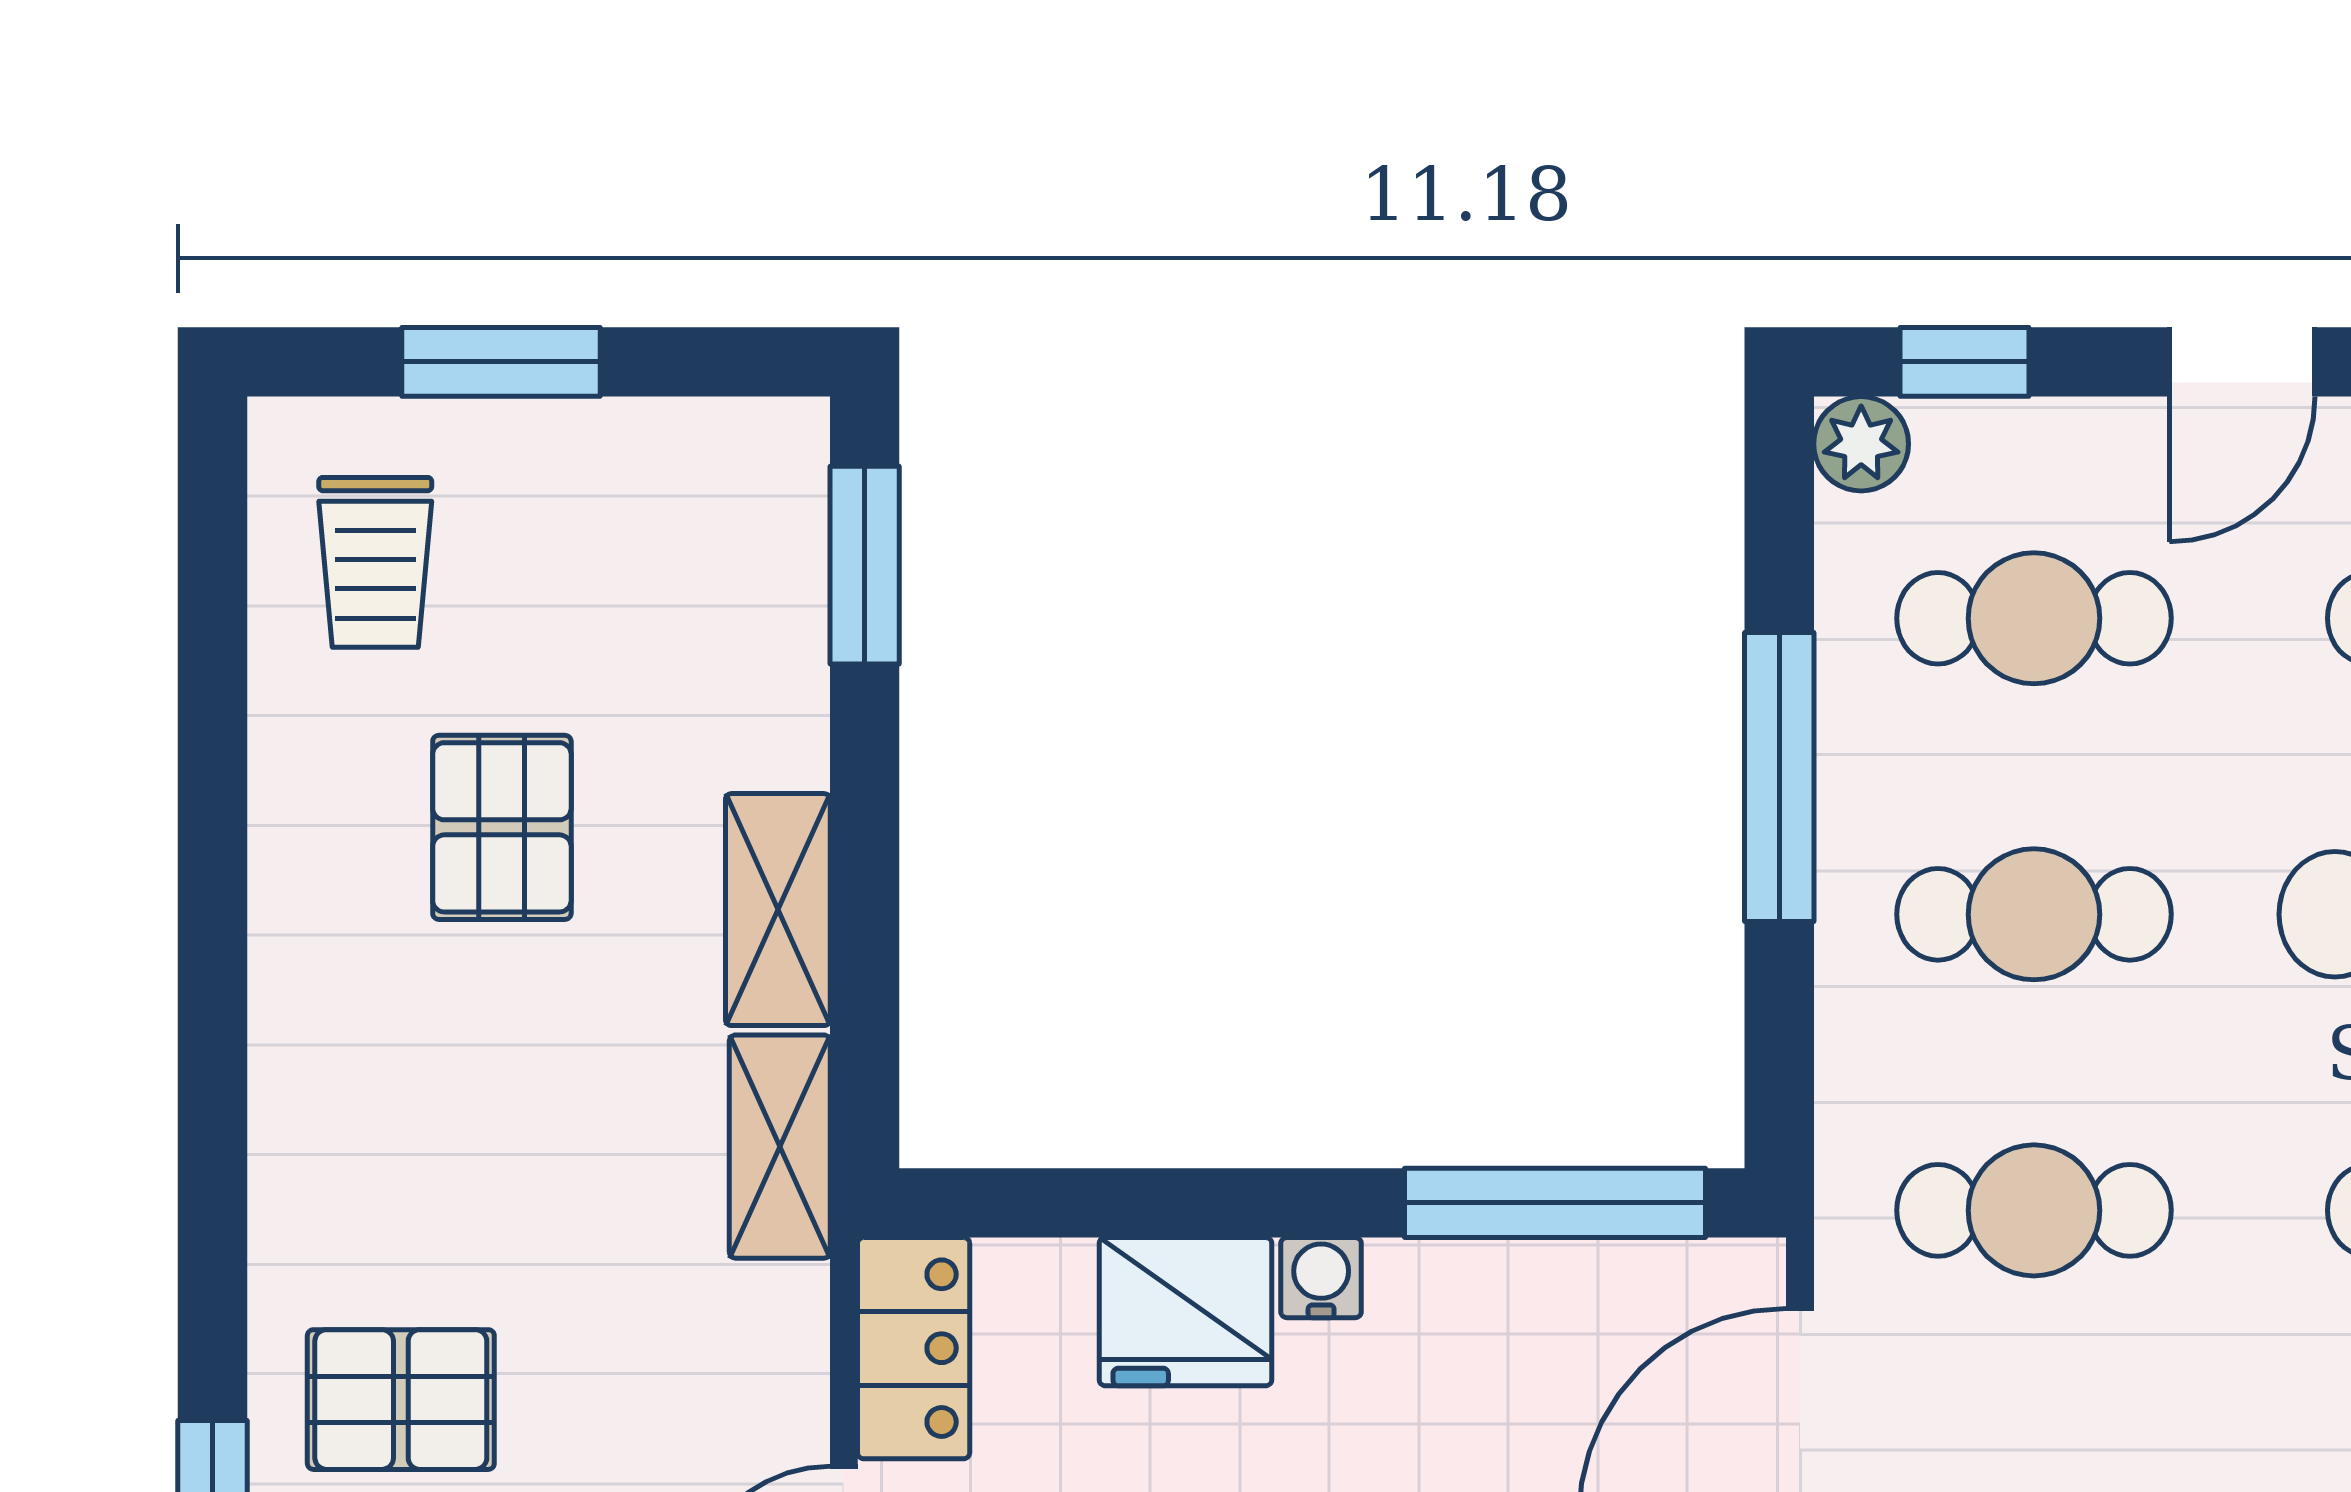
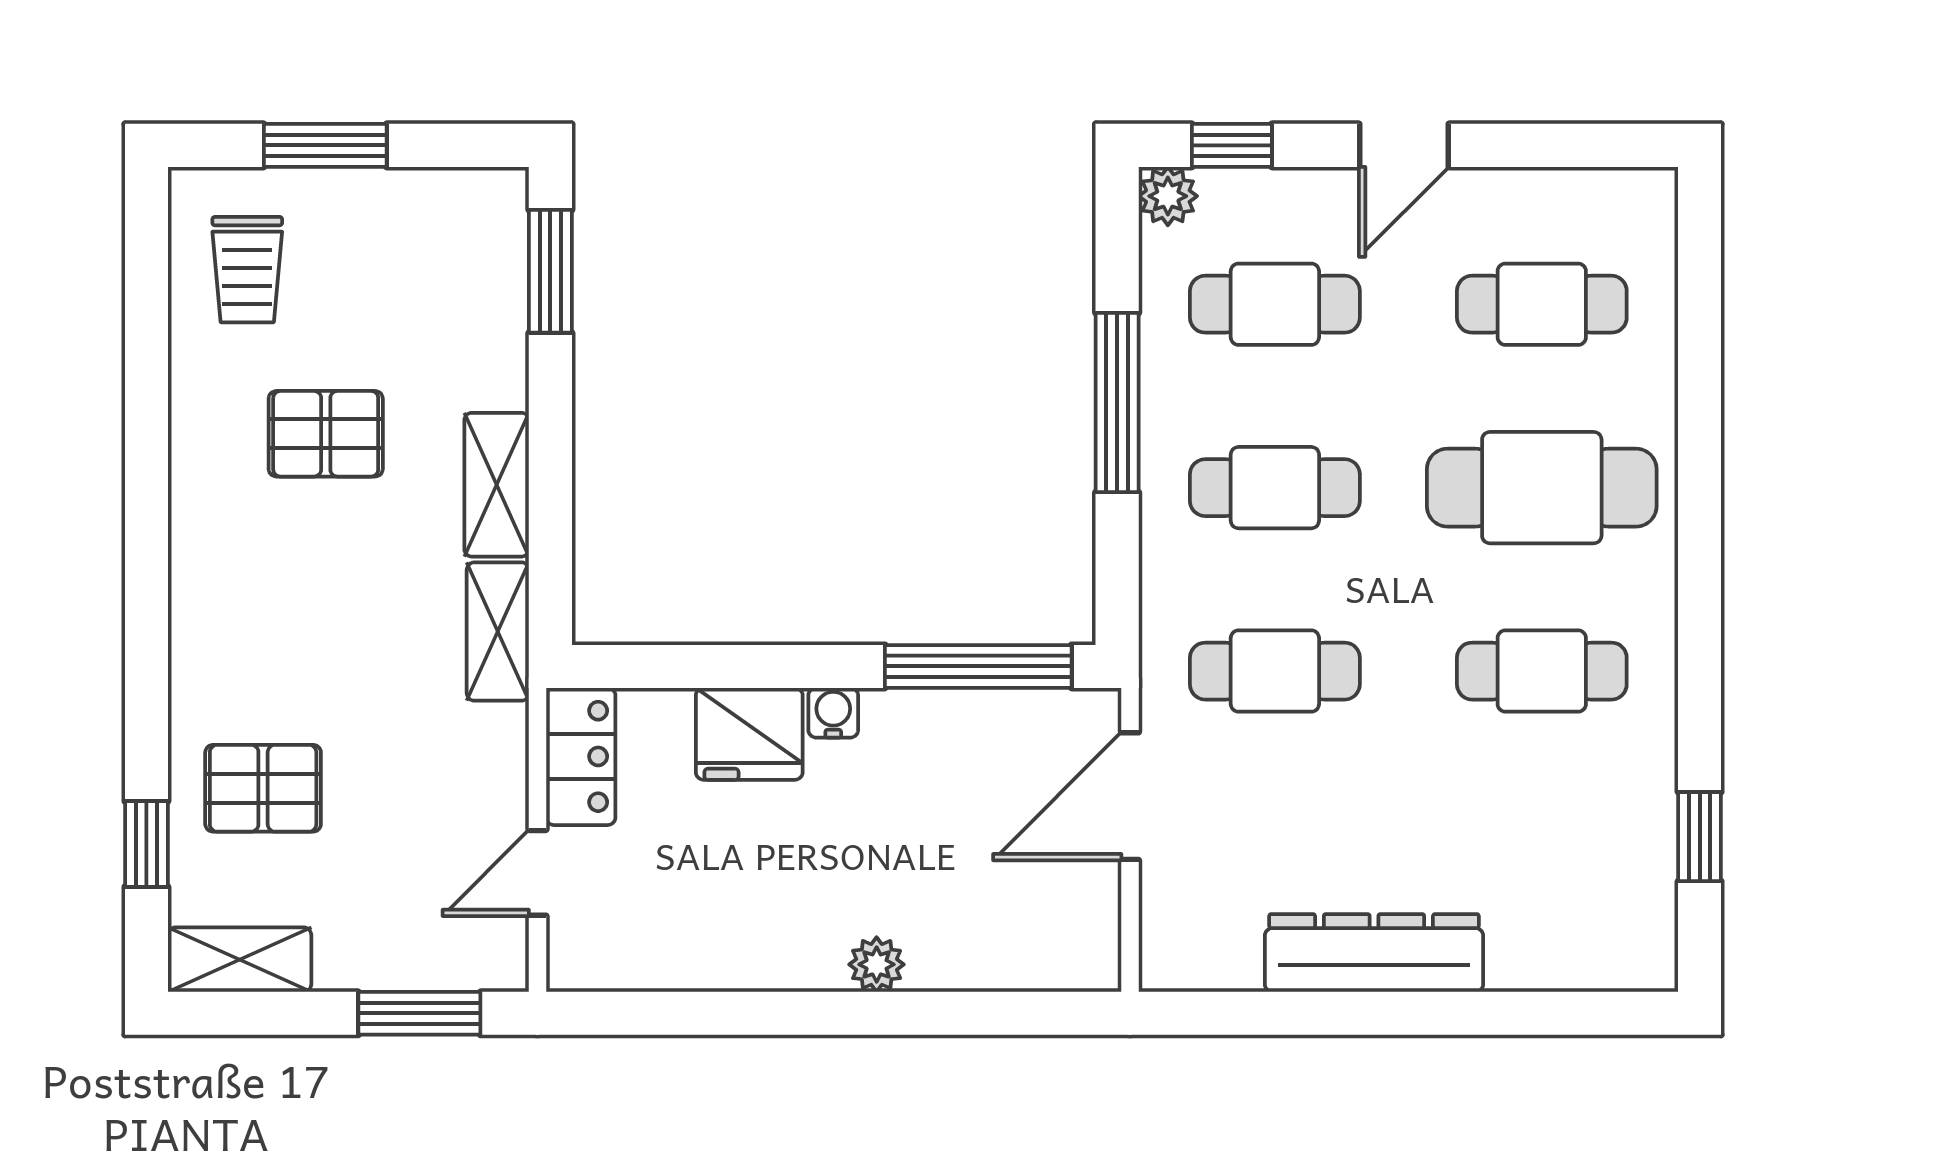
pallet: (502, 827) -> (326, 434), turned 90

